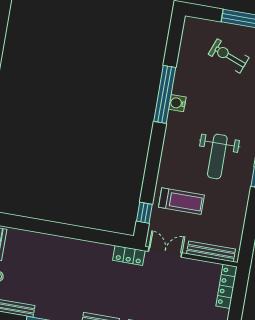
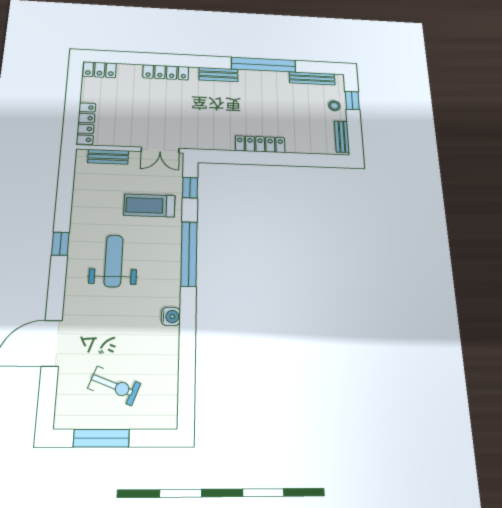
window: (165, 94) -> (189, 254), moved
bench: (211, 251) -> (108, 157), width x0.73
locker: (129, 255) -> (260, 144), moved, width x1.53

